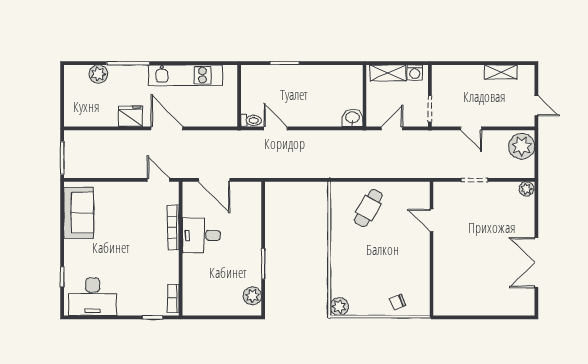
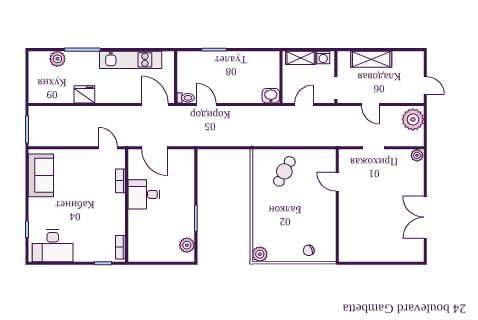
shelving: (501, 72) -> (371, 59), moved, width x1.50, depth x1.33
door: (167, 128) -> (155, 105), moved
bookcase: (173, 227) -> (120, 181), width x0.64

